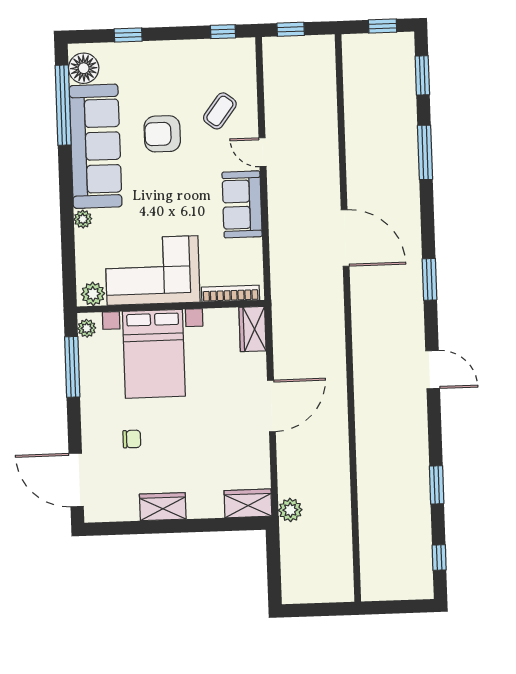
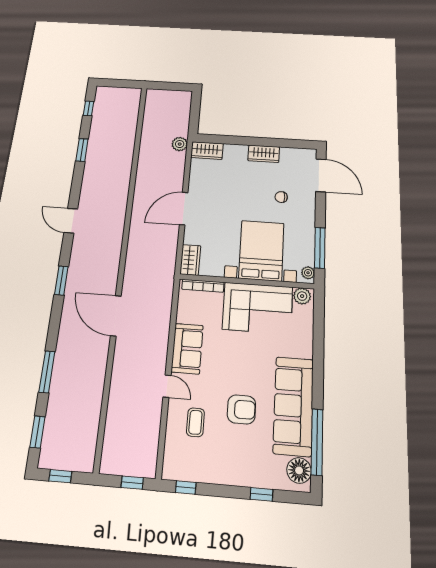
coffee table: (220, 111) -> (195, 422), turned -37
plant: (83, 219) -> (306, 351), removed

